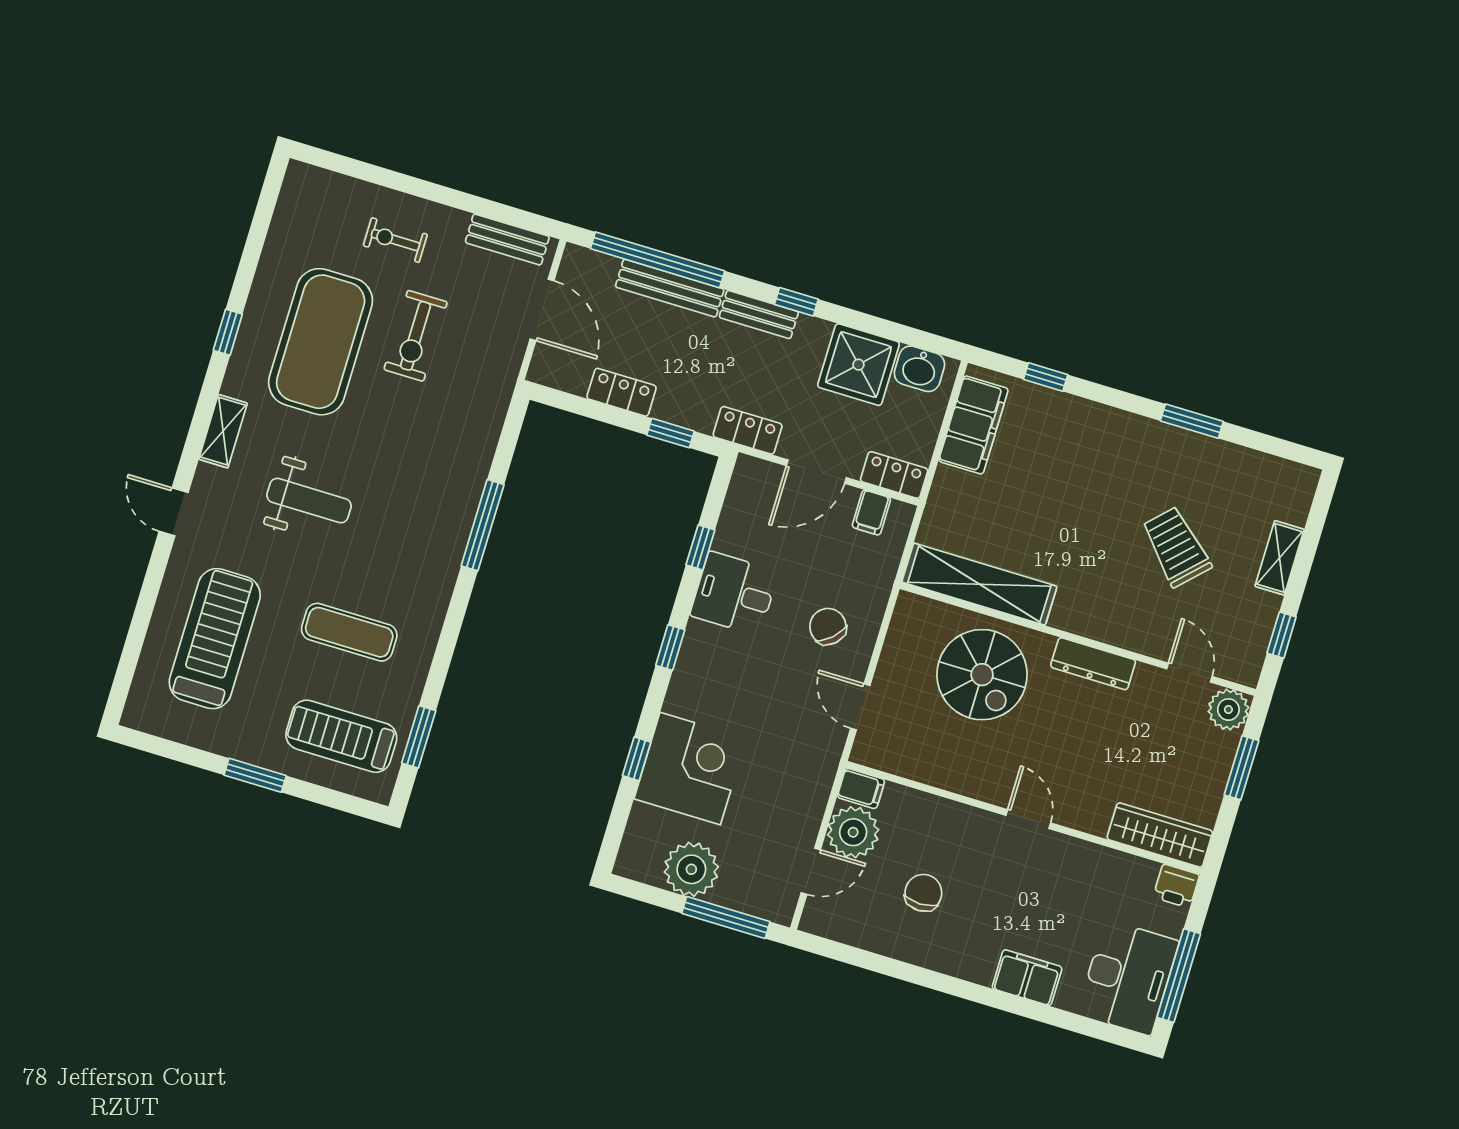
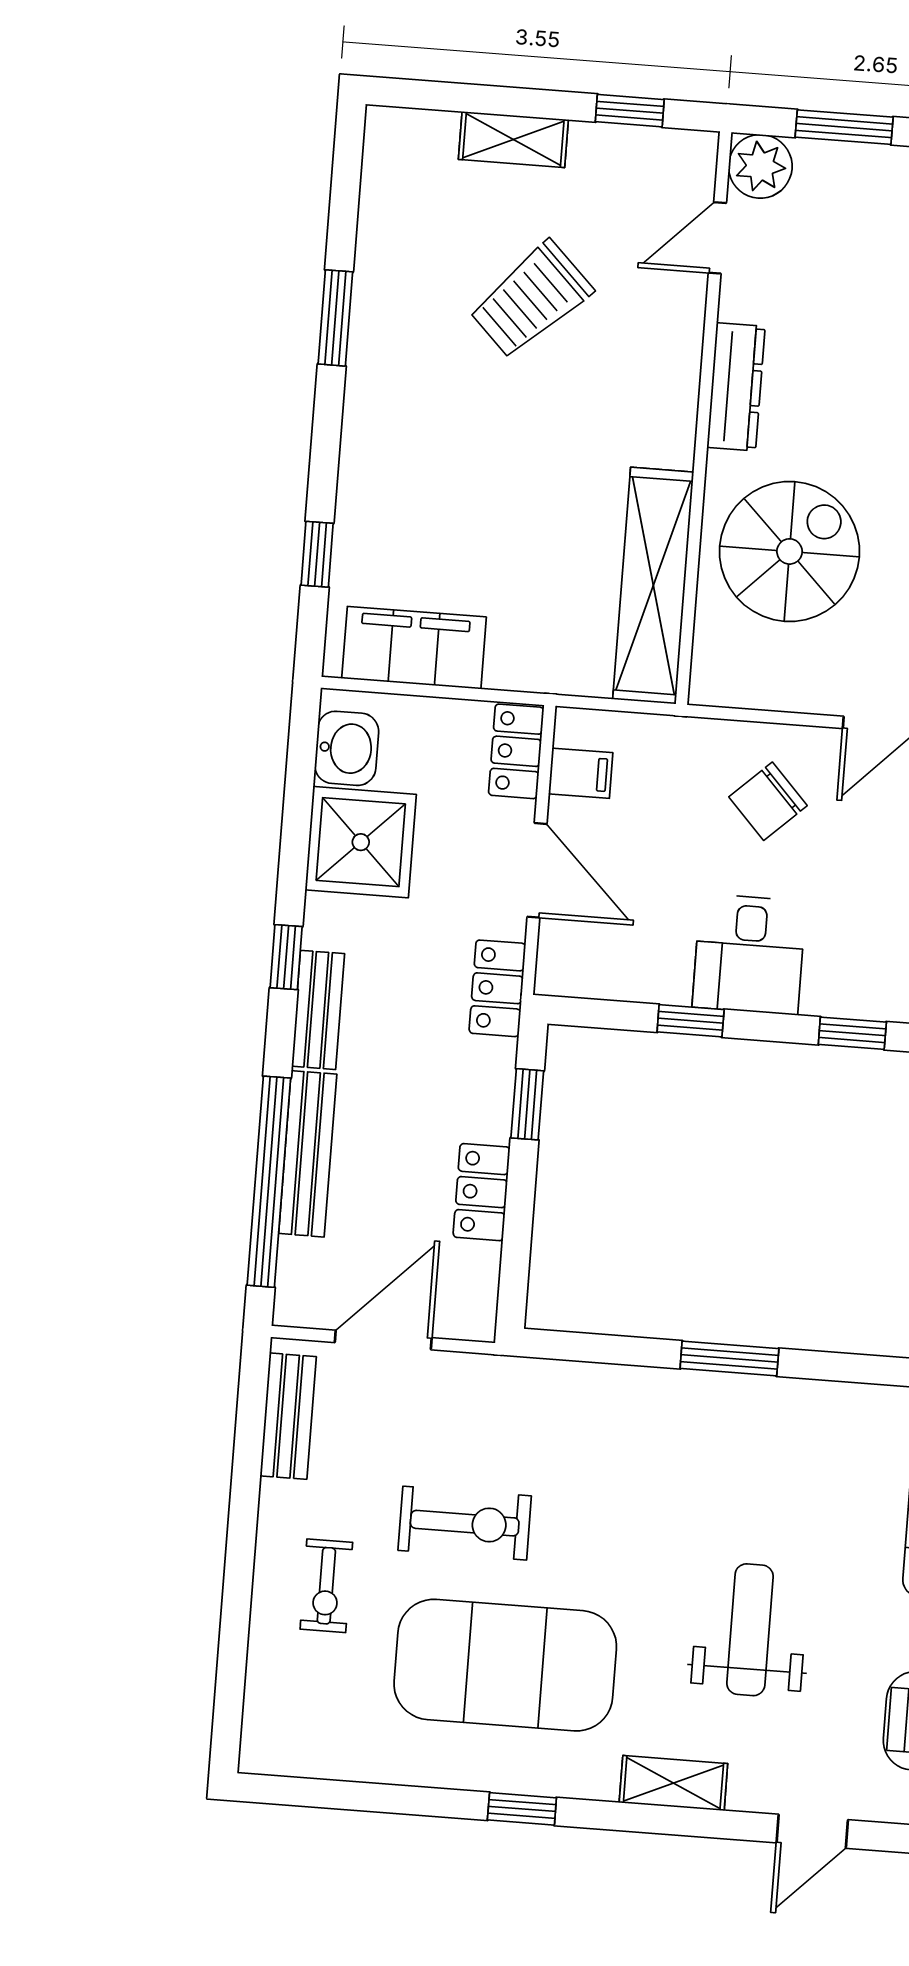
window: (483, 525) -> (729, 1358), width x0.69

